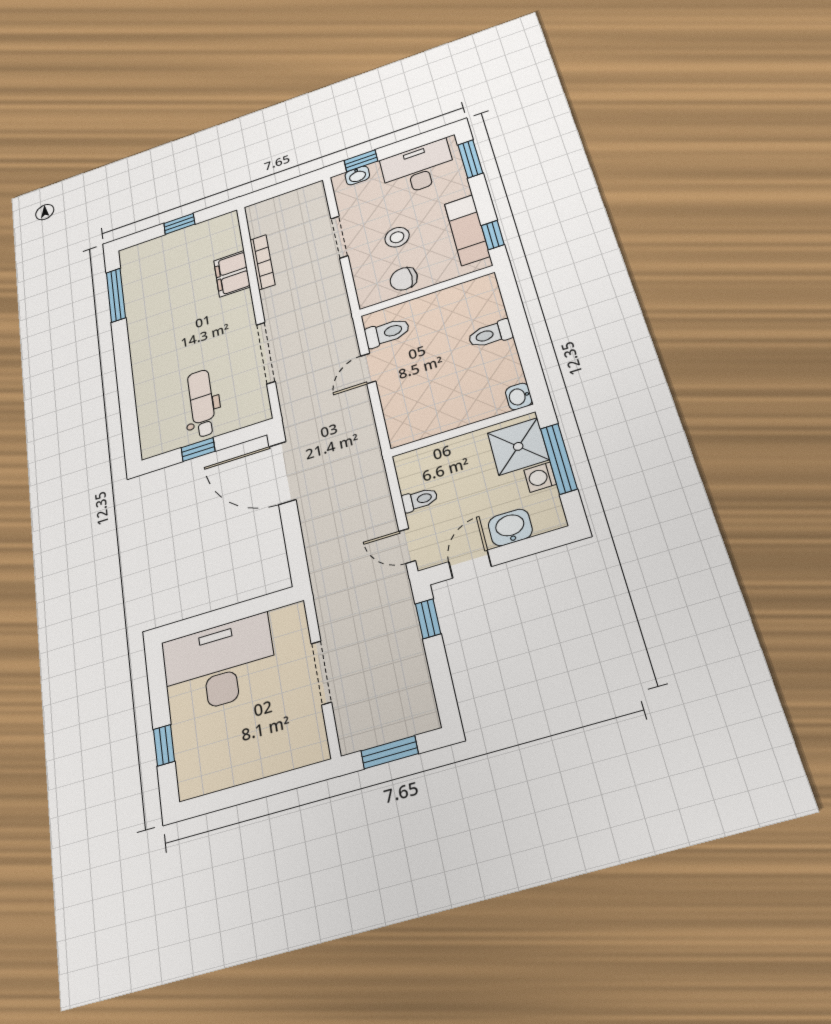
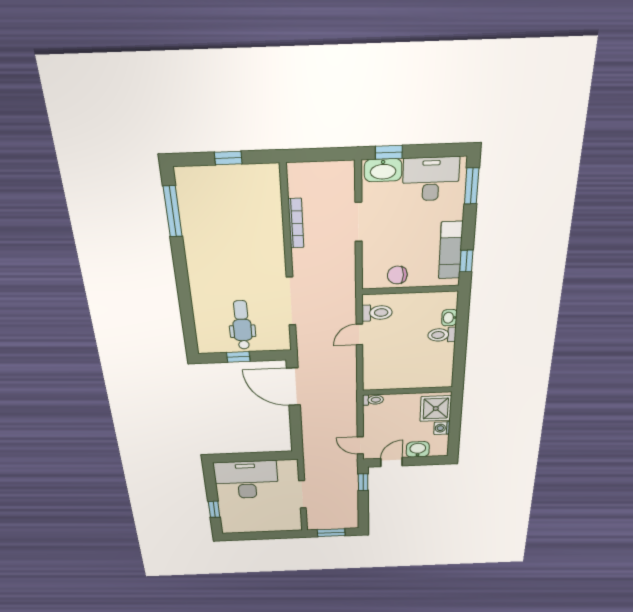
washbasin: (357, 175) -> (383, 170), width x1.91, depth x1.45
stool: (397, 237) -> (401, 238), removed
filing cabinet: (232, 274) -> (271, 225), removed
washbasin: (519, 396) -> (449, 318), moved
window: (559, 459) -> (455, 421), removed
toilet: (420, 500) -> (373, 400), moved

